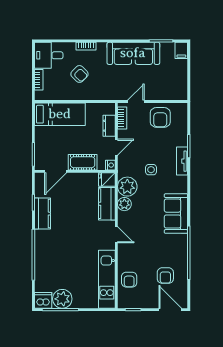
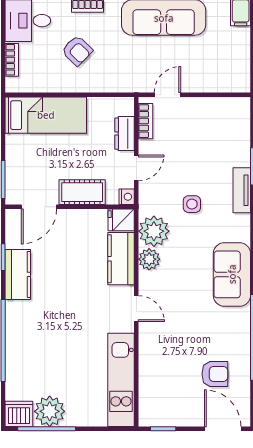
armchair: (160, 117) -> (207, 120), removed
armchair: (165, 276) -> (215, 374), turned -90
armchair: (129, 280) -> (157, 380), removed

